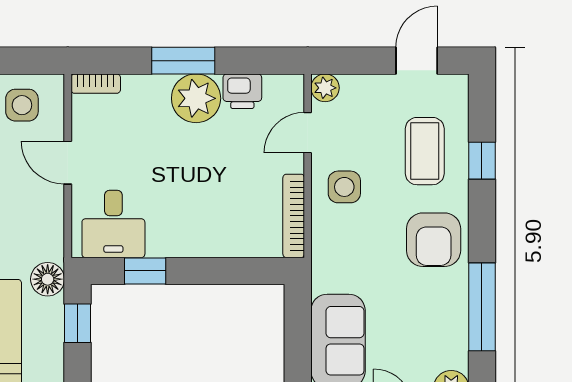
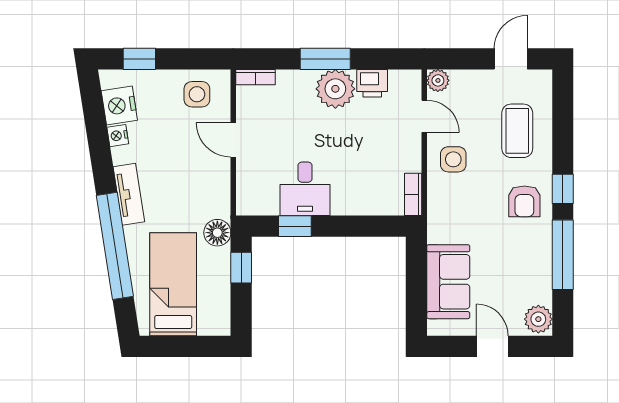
door: (308, 133) -> (424, 116), swing flipped
window: (482, 161) -> (563, 189), moved
bookcase: (294, 216) -> (413, 194), width x0.64
desk: (113, 224) -> (305, 189), moved
armchair: (434, 240) -> (524, 201), width x0.72, depth x0.72

